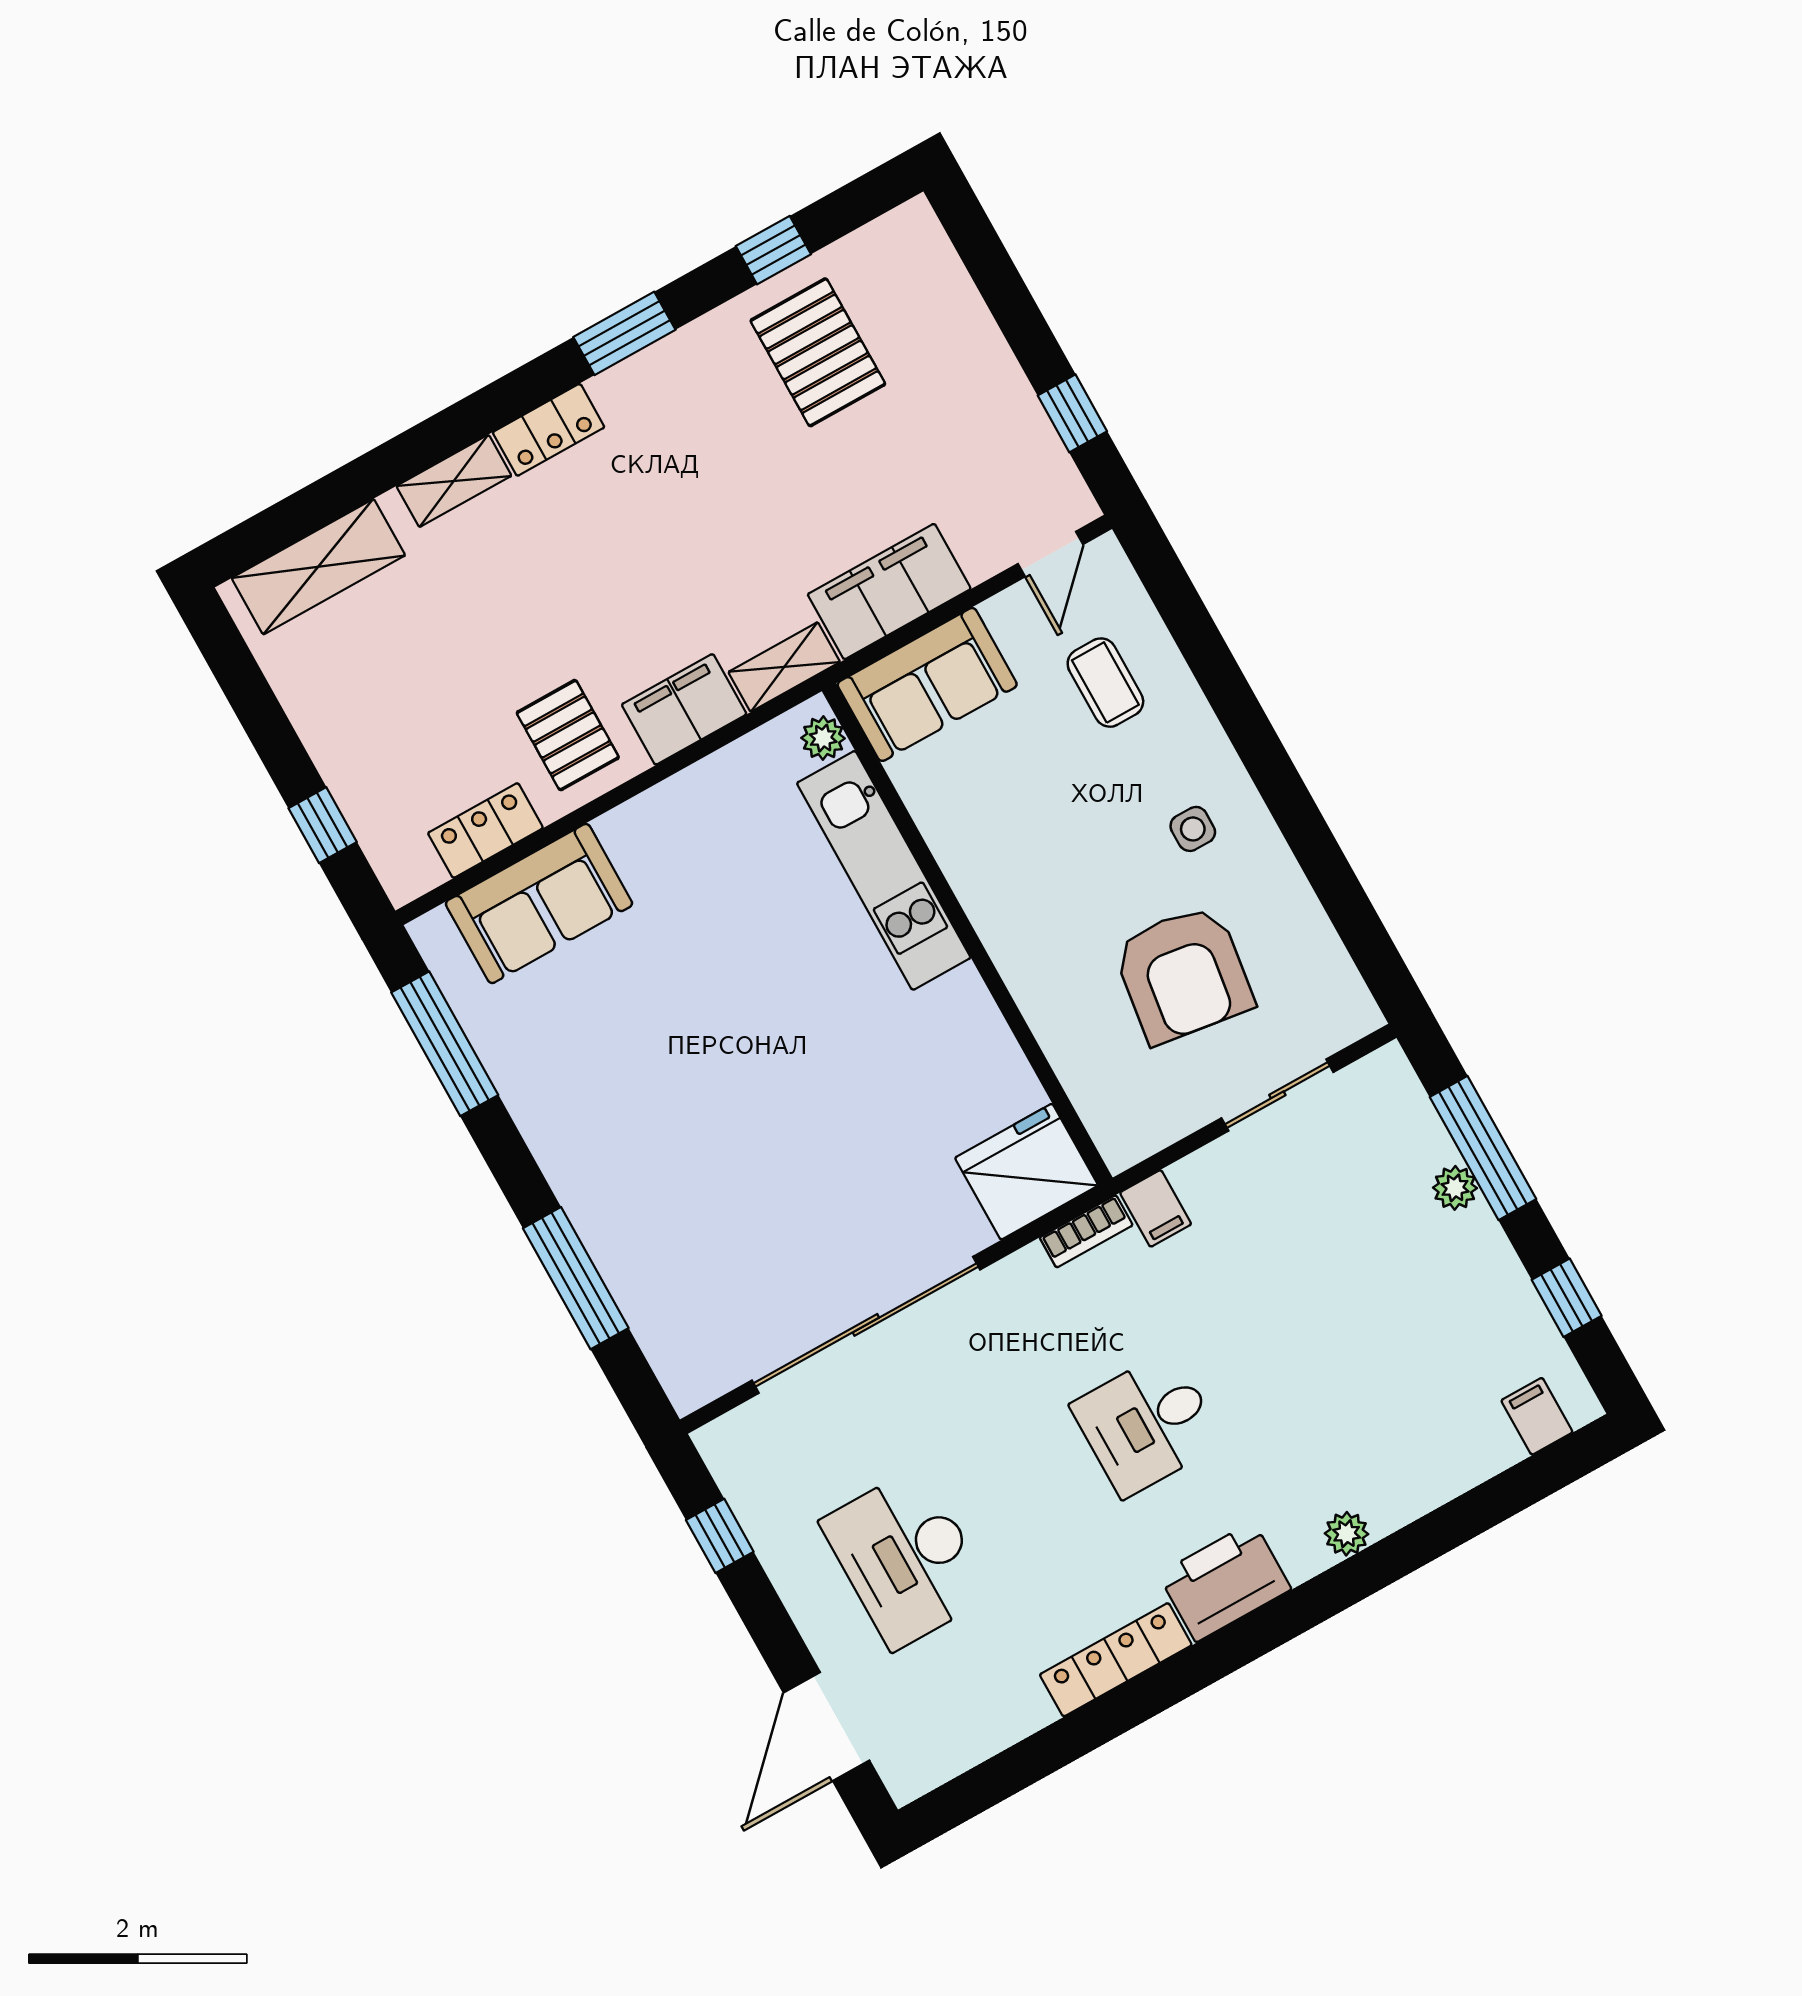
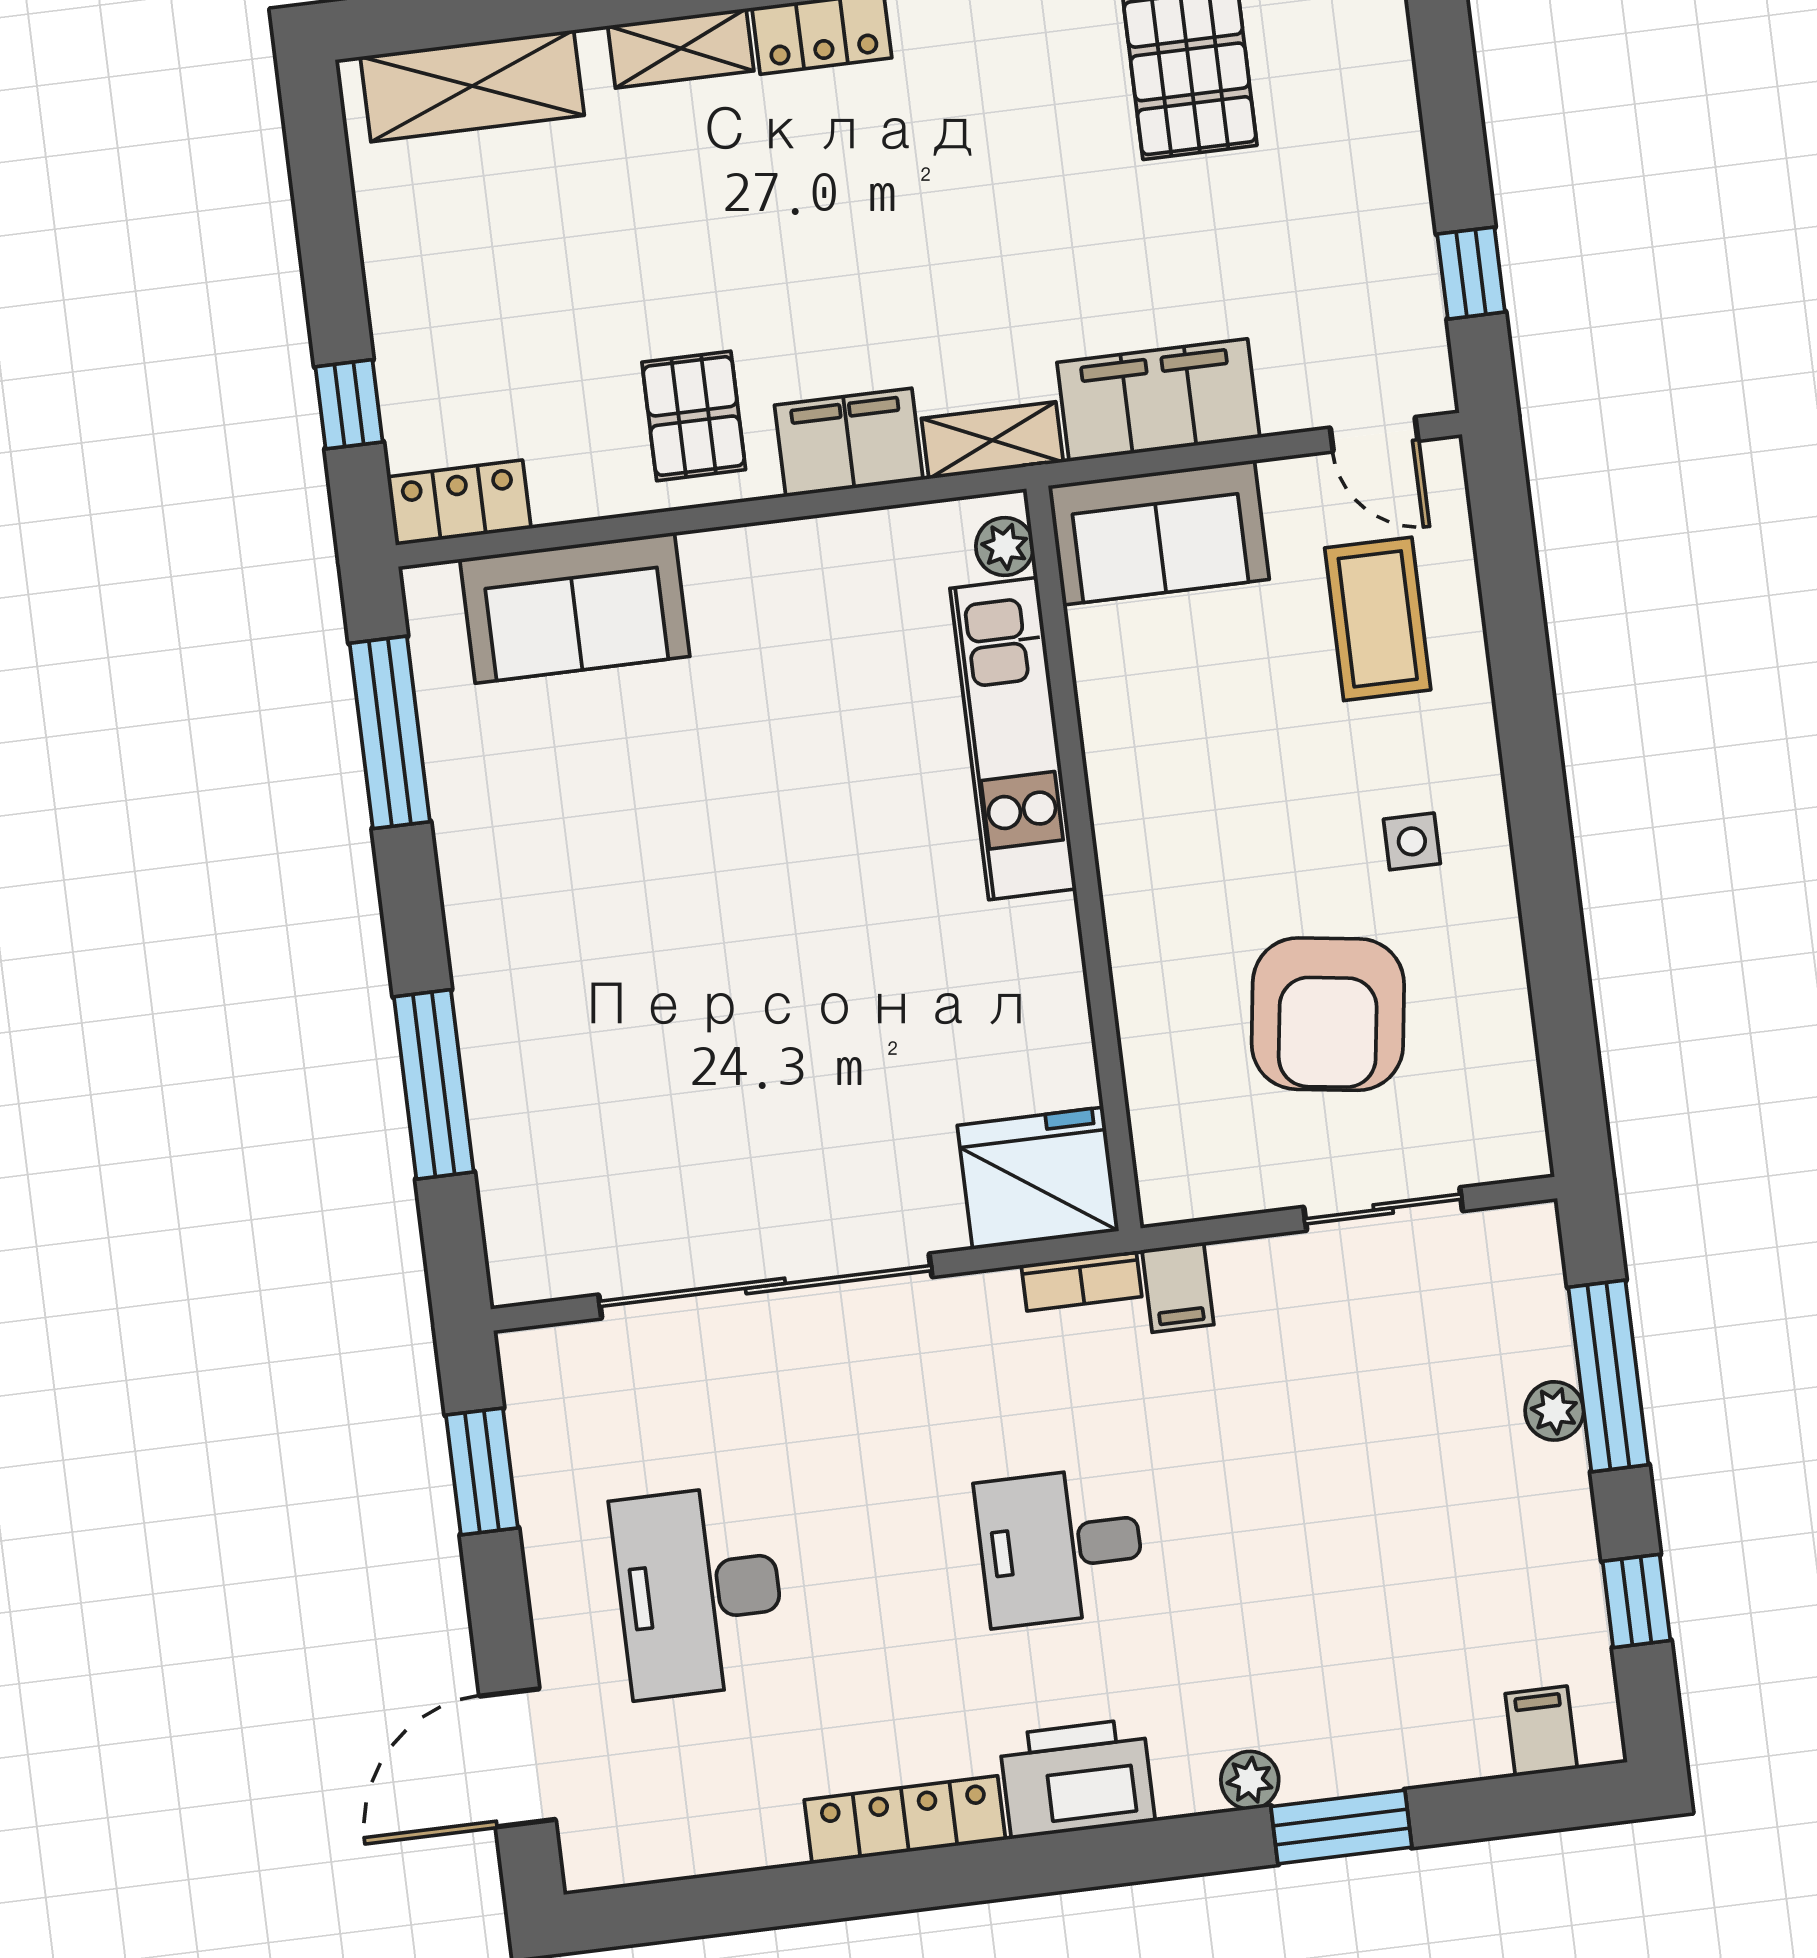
door: (1050, 554) -> (1374, 434), hinge flipped
coffee table: (1105, 683) -> (1378, 619), width x1.36, depth x1.30
locker: (485, 830) -> (459, 503), moved
window: (720, 1536) -> (482, 1472), width x1.50
window: (1424, 1540) -> (1341, 1827), added

